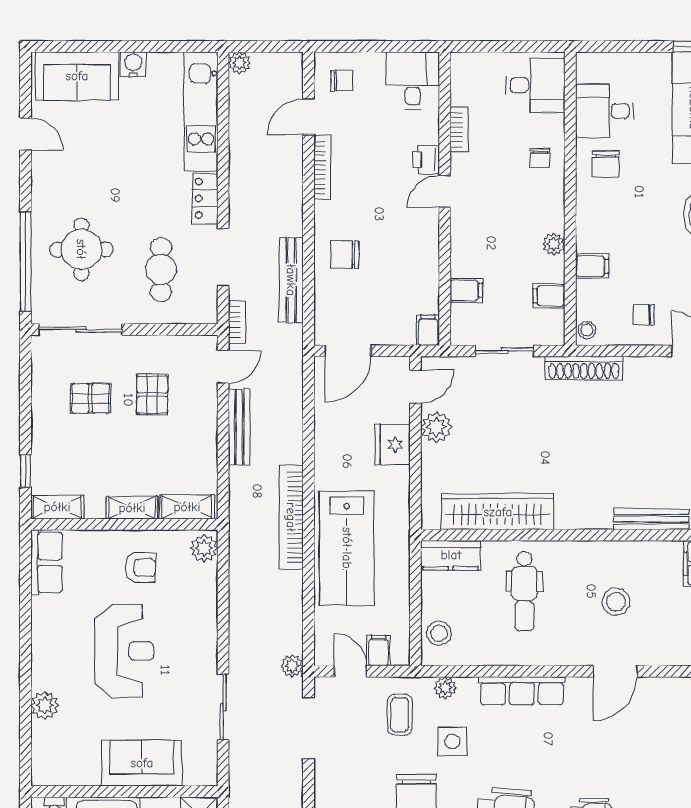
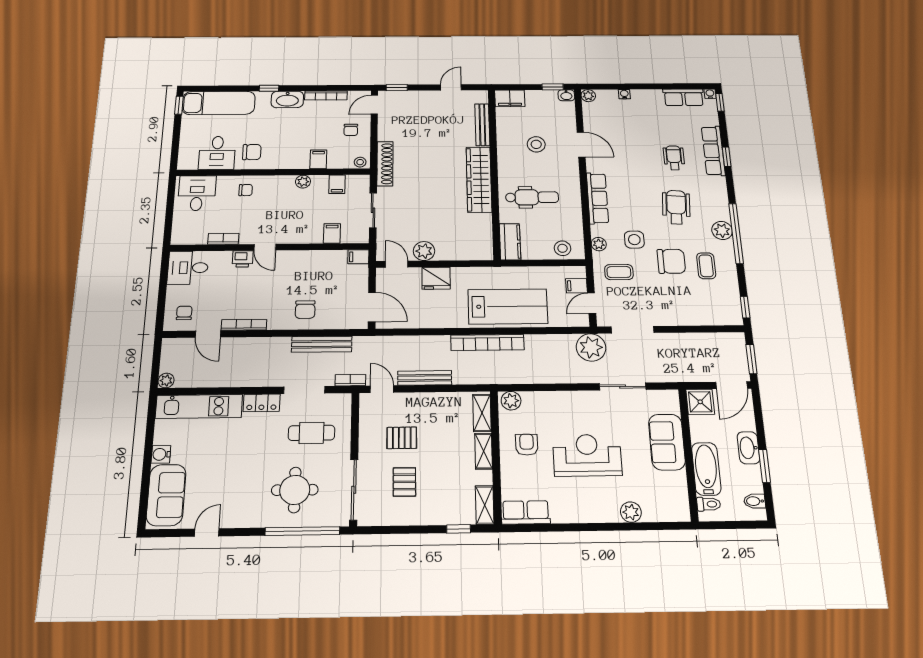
wardrobe: (498, 512) -> (479, 179), moved
plant: (292, 666) -> (591, 347), width x1.88, depth x1.88

